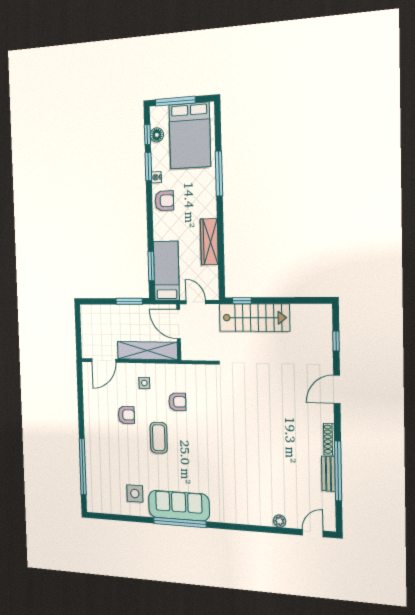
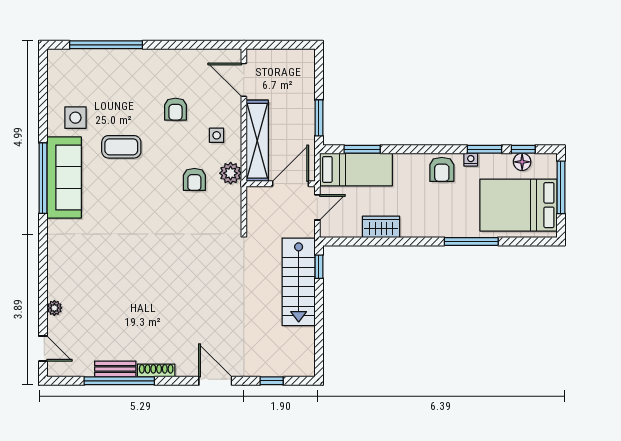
wardrobe: (209, 242) -> (381, 227), width x0.67
plant: (172, 373) -> (231, 173), added
coffee table: (159, 438) -> (121, 147), moved

